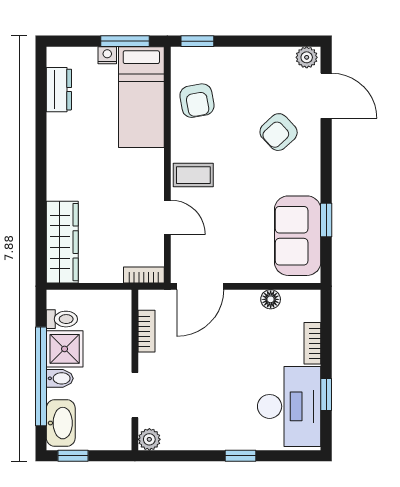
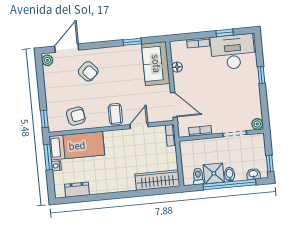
sofa: (298, 236) -> (156, 64), moved, turned 90
washbasin: (61, 423) -> (253, 174), width x0.52, depth x0.69

